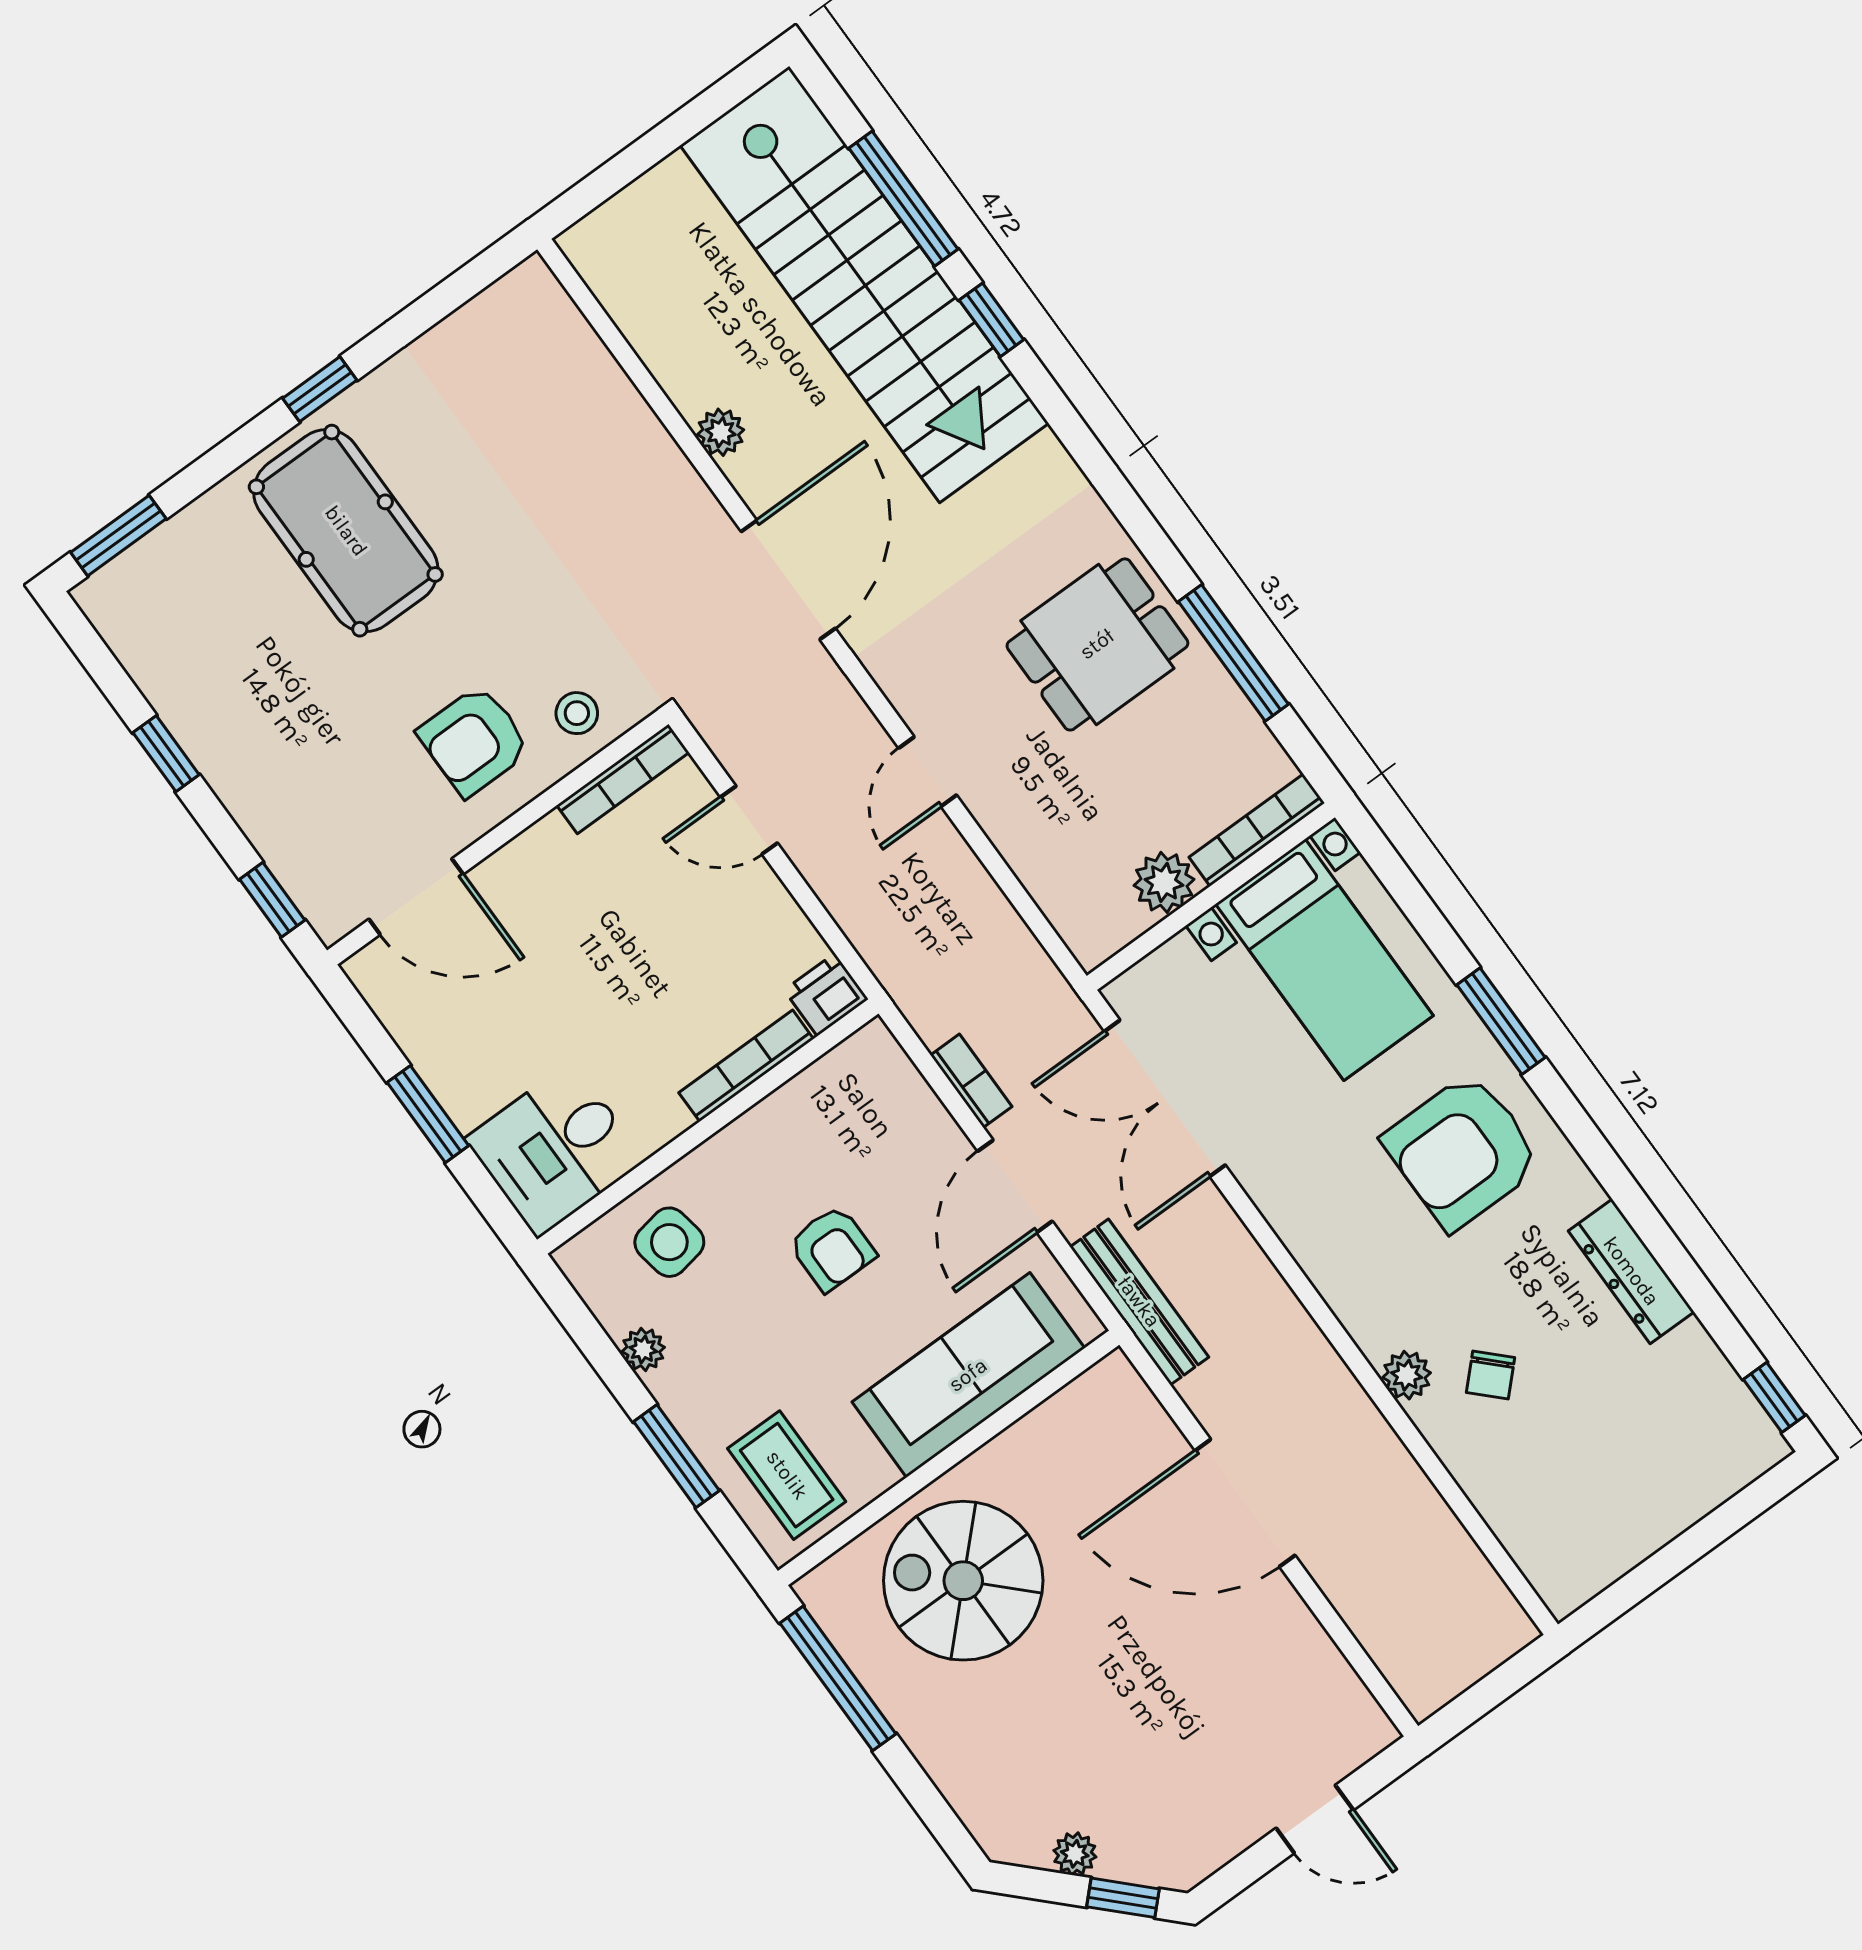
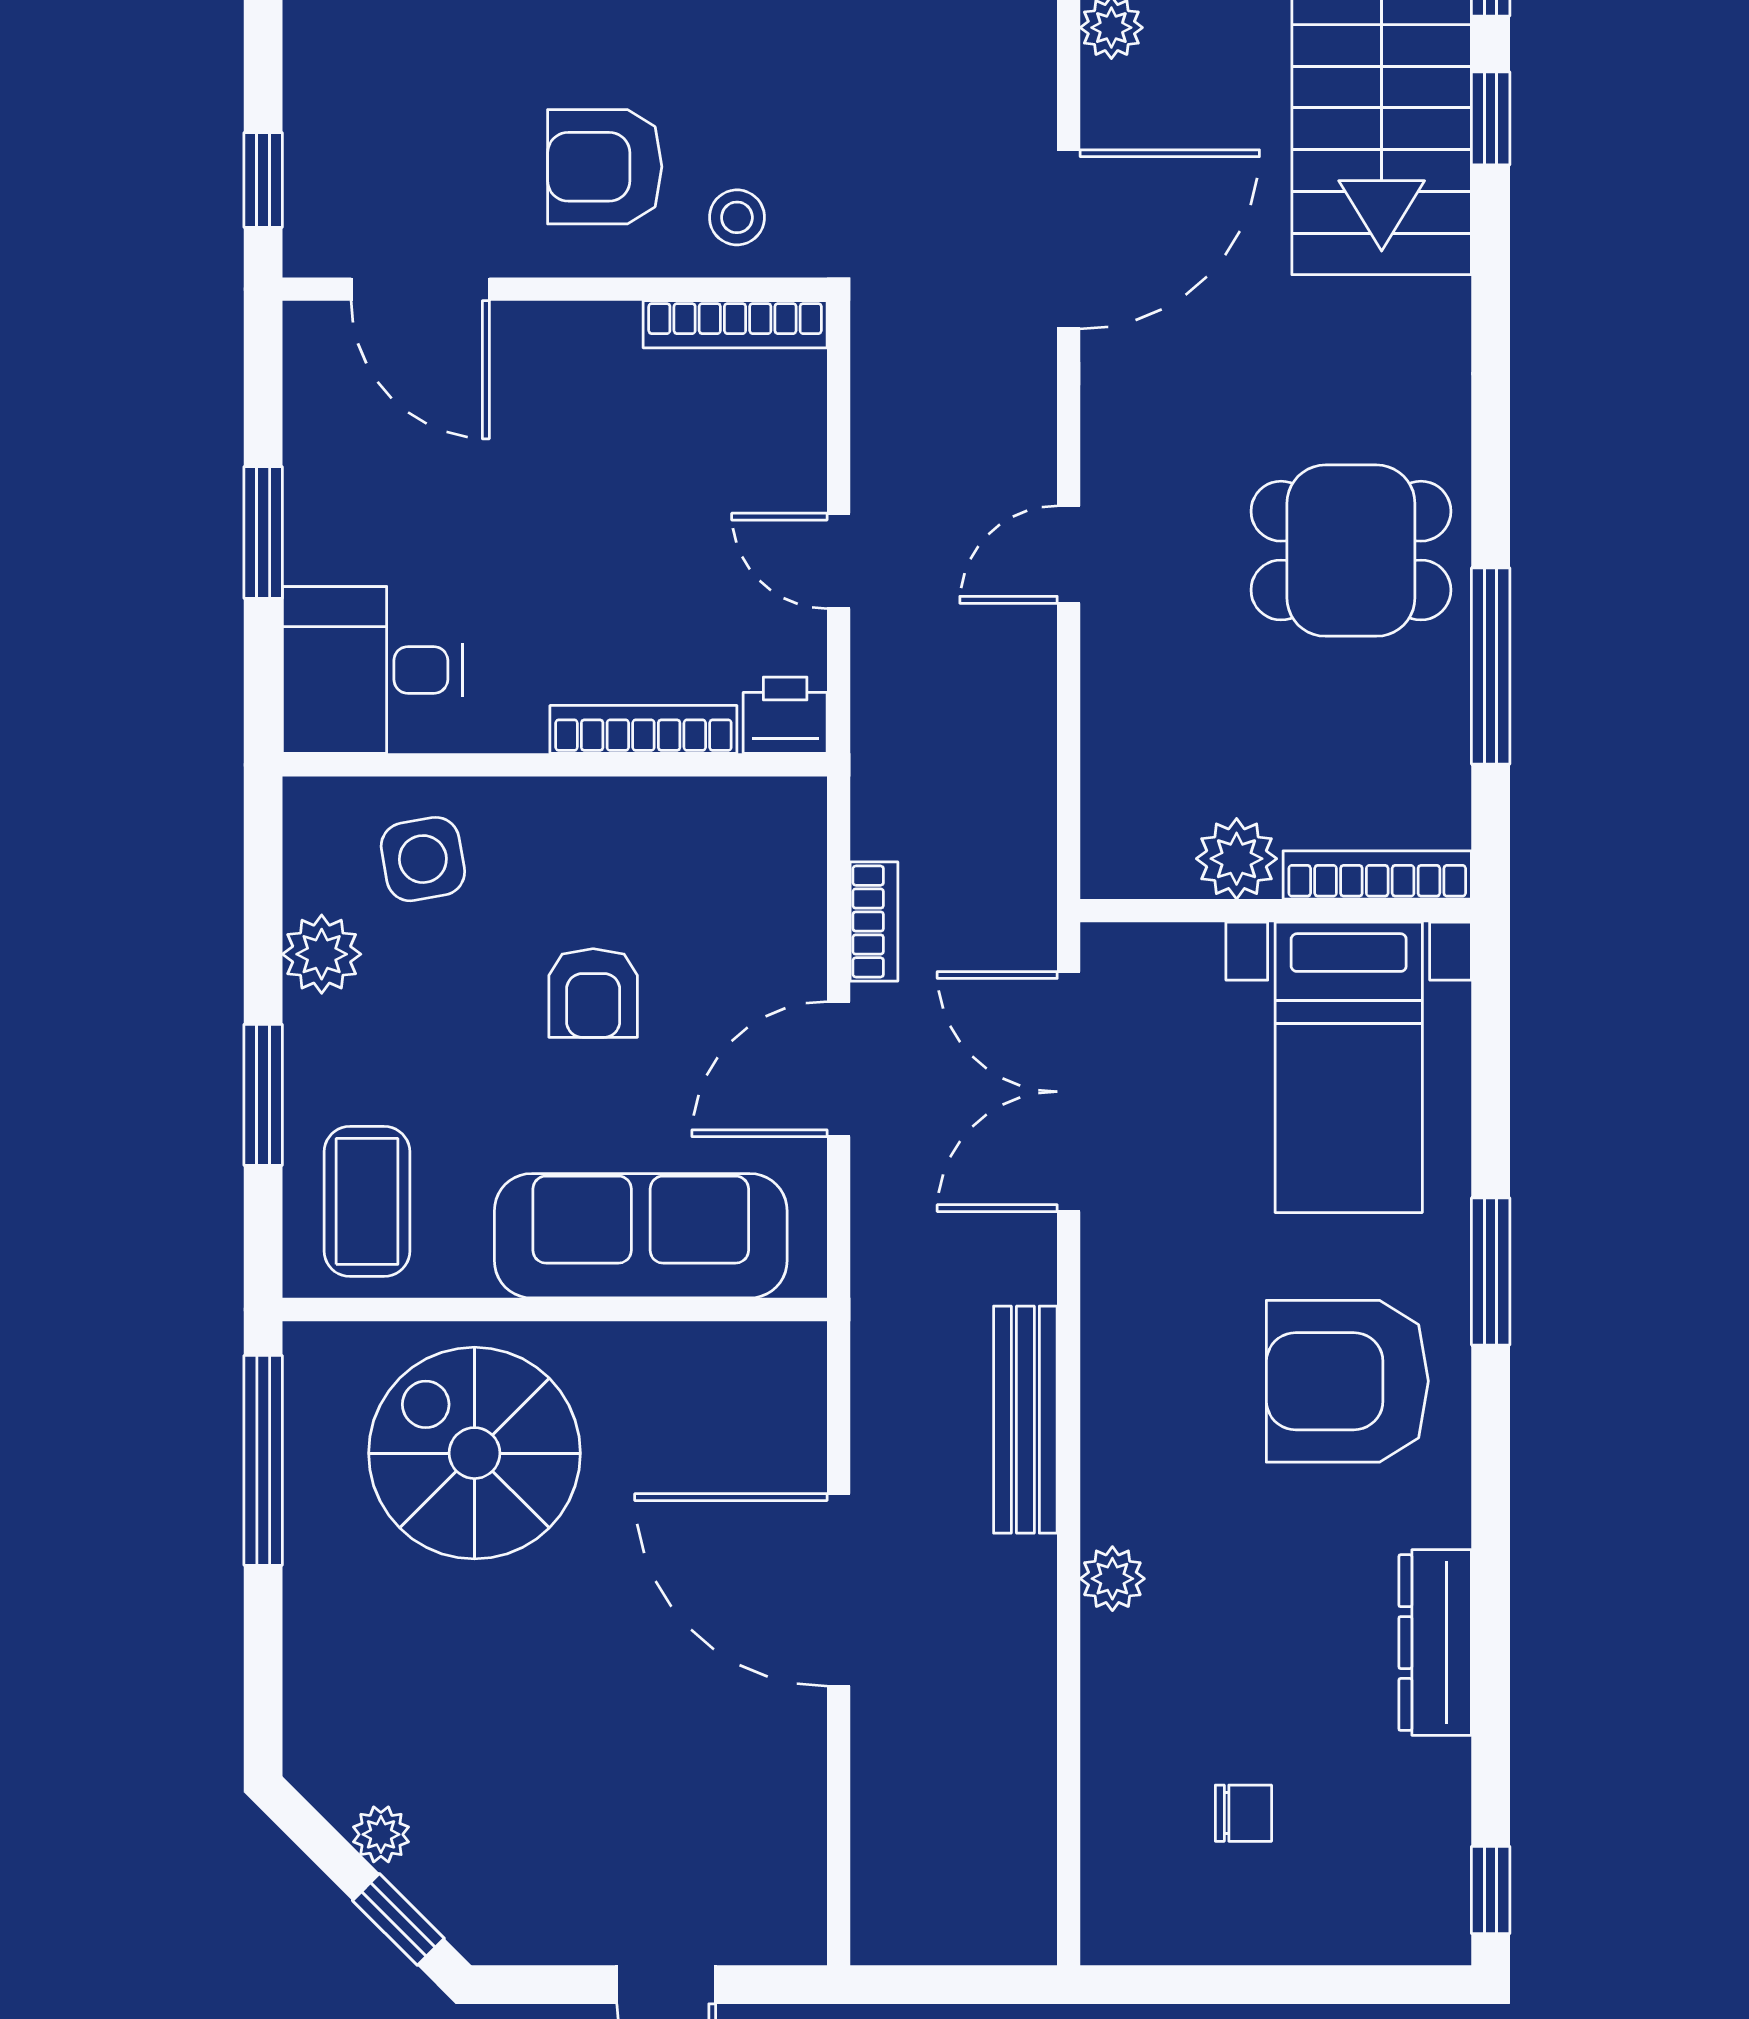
door: (749, 820) -> (839, 561), moved
bench: (1139, 1302) -> (1025, 1420), moved
plant: (643, 1349) -> (322, 954), width x1.38, depth x1.38
chair: (1491, 1375) -> (1243, 1813), moved, turned -135

